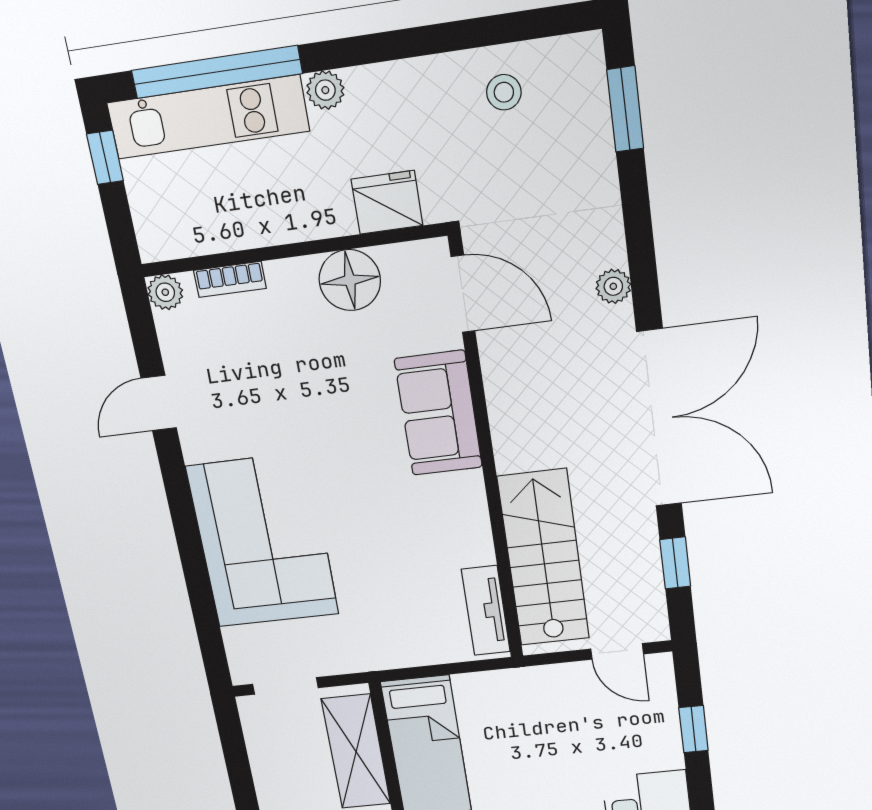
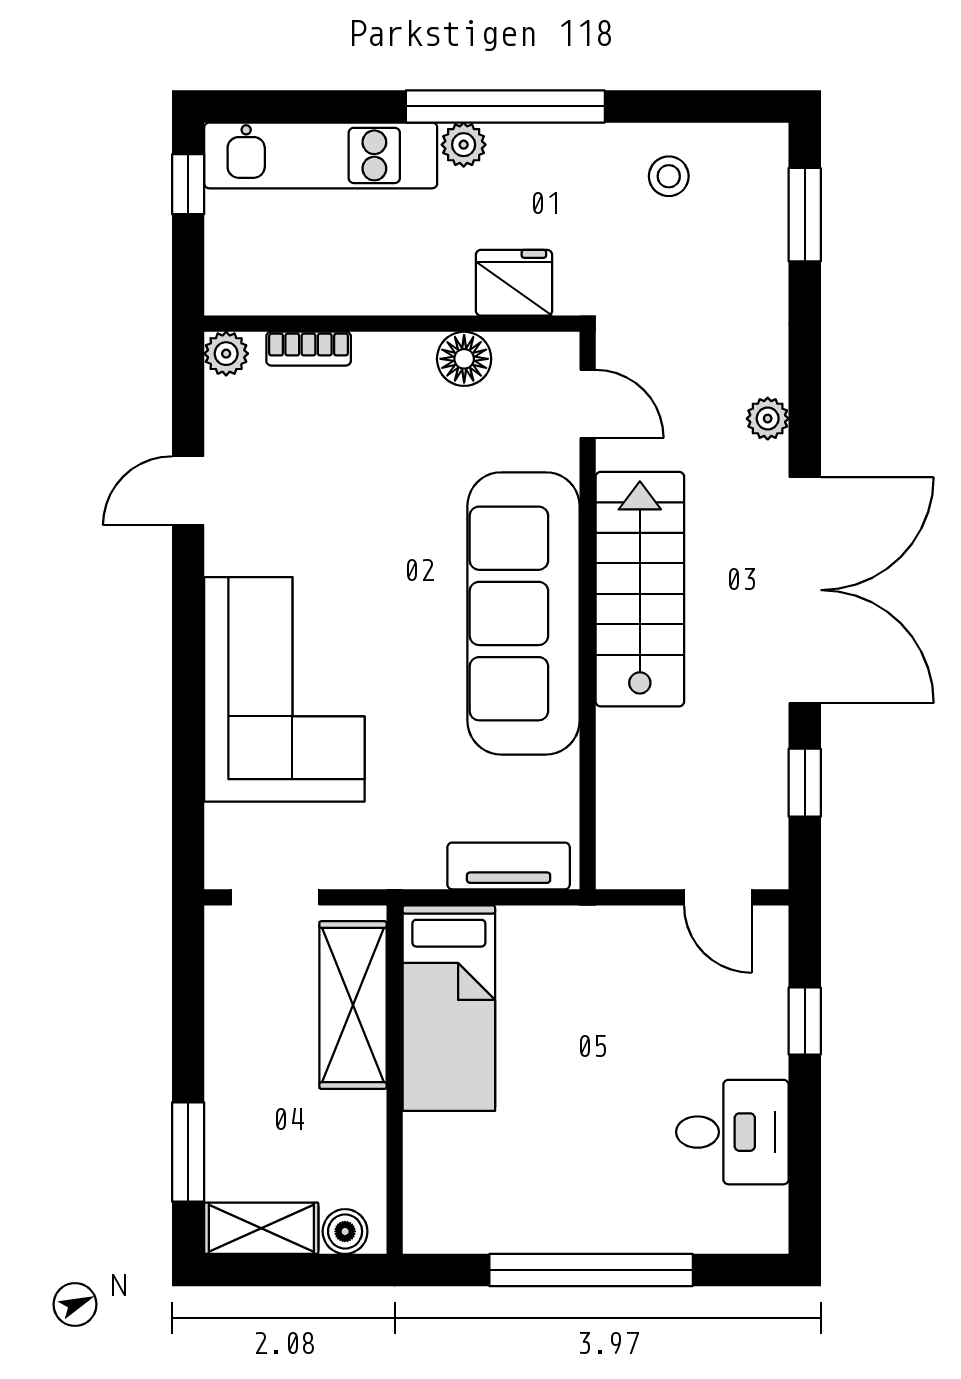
window: (217, 72) -> (505, 106), moved
floor lamp: (350, 280) -> (464, 359), width x0.73, depth x0.73
door: (463, 294) -> (588, 404), width x0.73
sofa: (439, 413) -> (523, 613), width x1.85, depth x1.27
stairs: (544, 558) -> (640, 589), moved
tv unit: (486, 611) -> (509, 866), moved, turned 90

